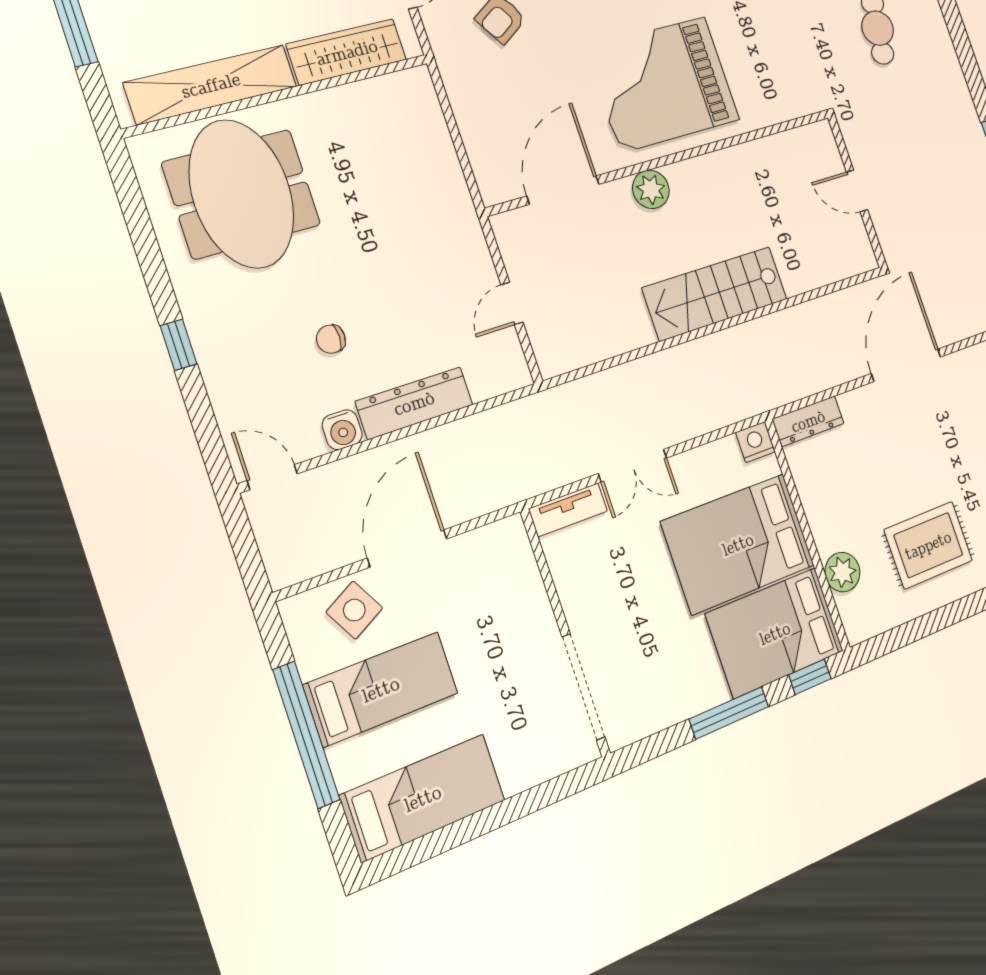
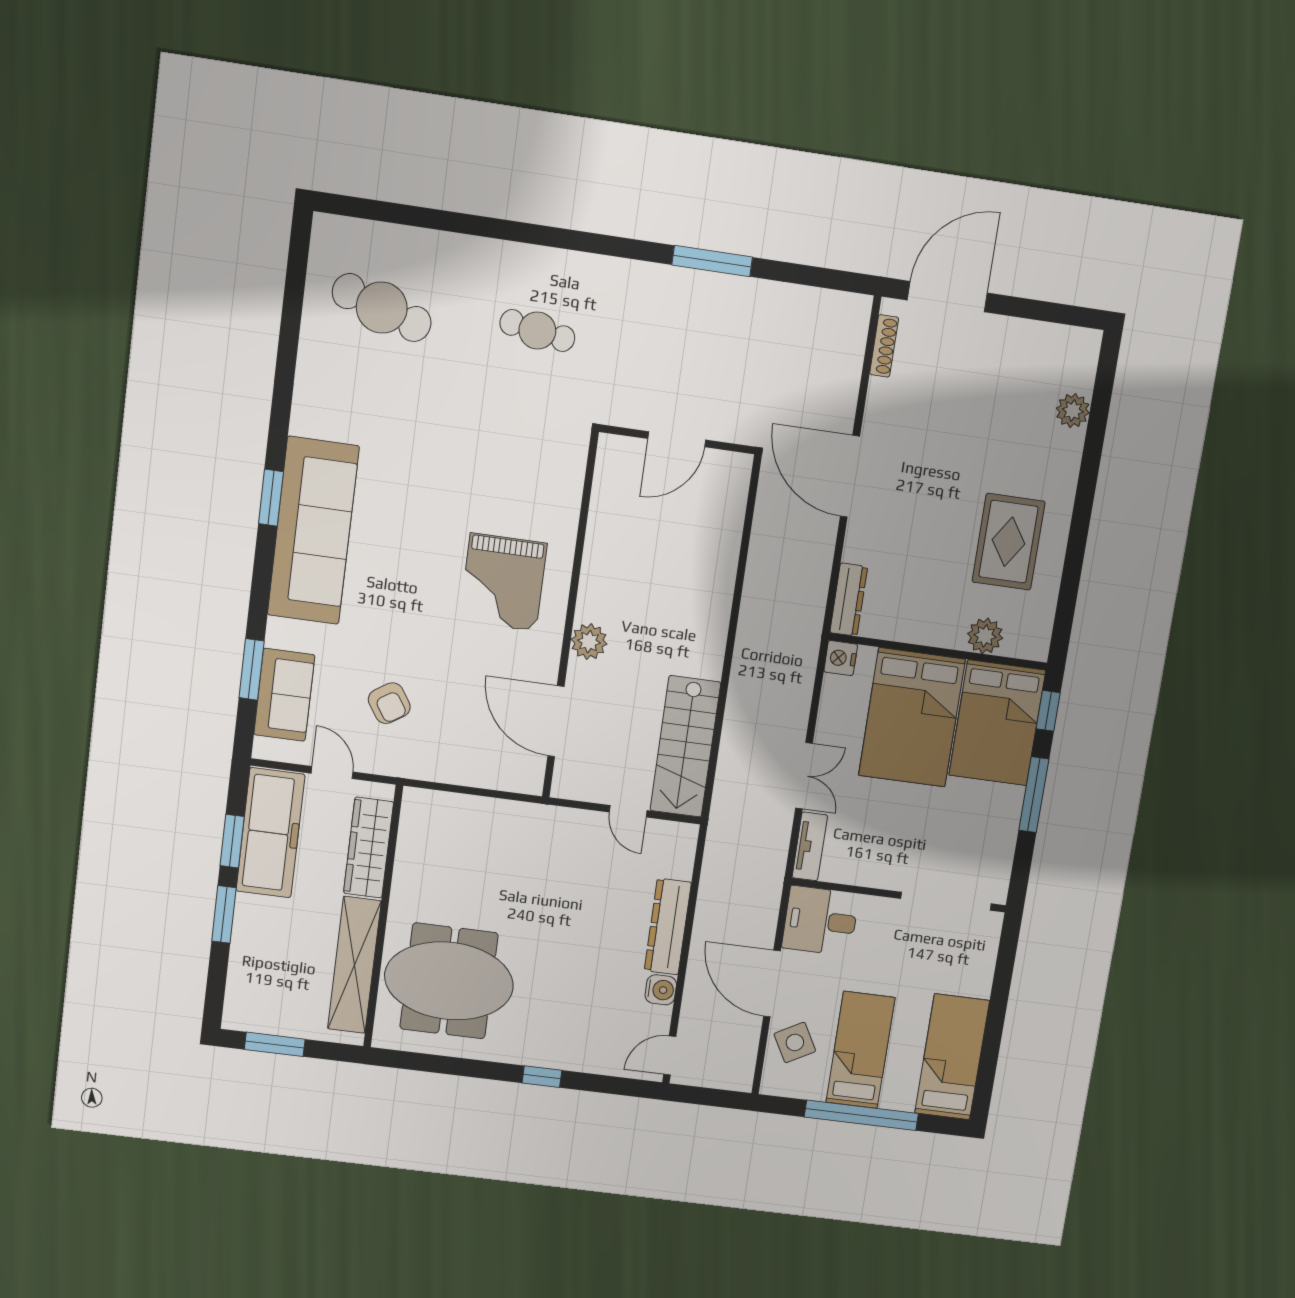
grand piano: (663, 84) -> (503, 582), width x0.73, depth x0.68
door: (857, 191) -> (677, 439), width x1.38
stairs: (715, 294) -> (685, 747), moved
chair: (331, 339) -> (589, 966), removed
desk: (499, 564) -> (820, 921), added

